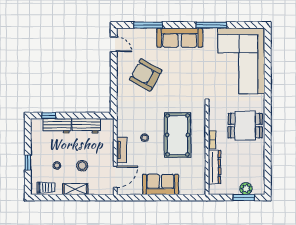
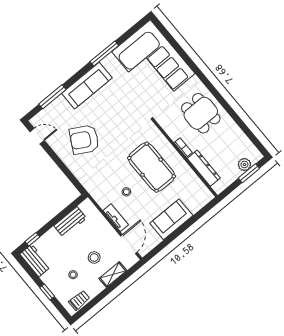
workbench: (57, 126) -> (35, 261), moved, turned -90
dining table: (245, 126) -> (201, 113), turned 90
shelving: (75, 189) -> (113, 275), moved

